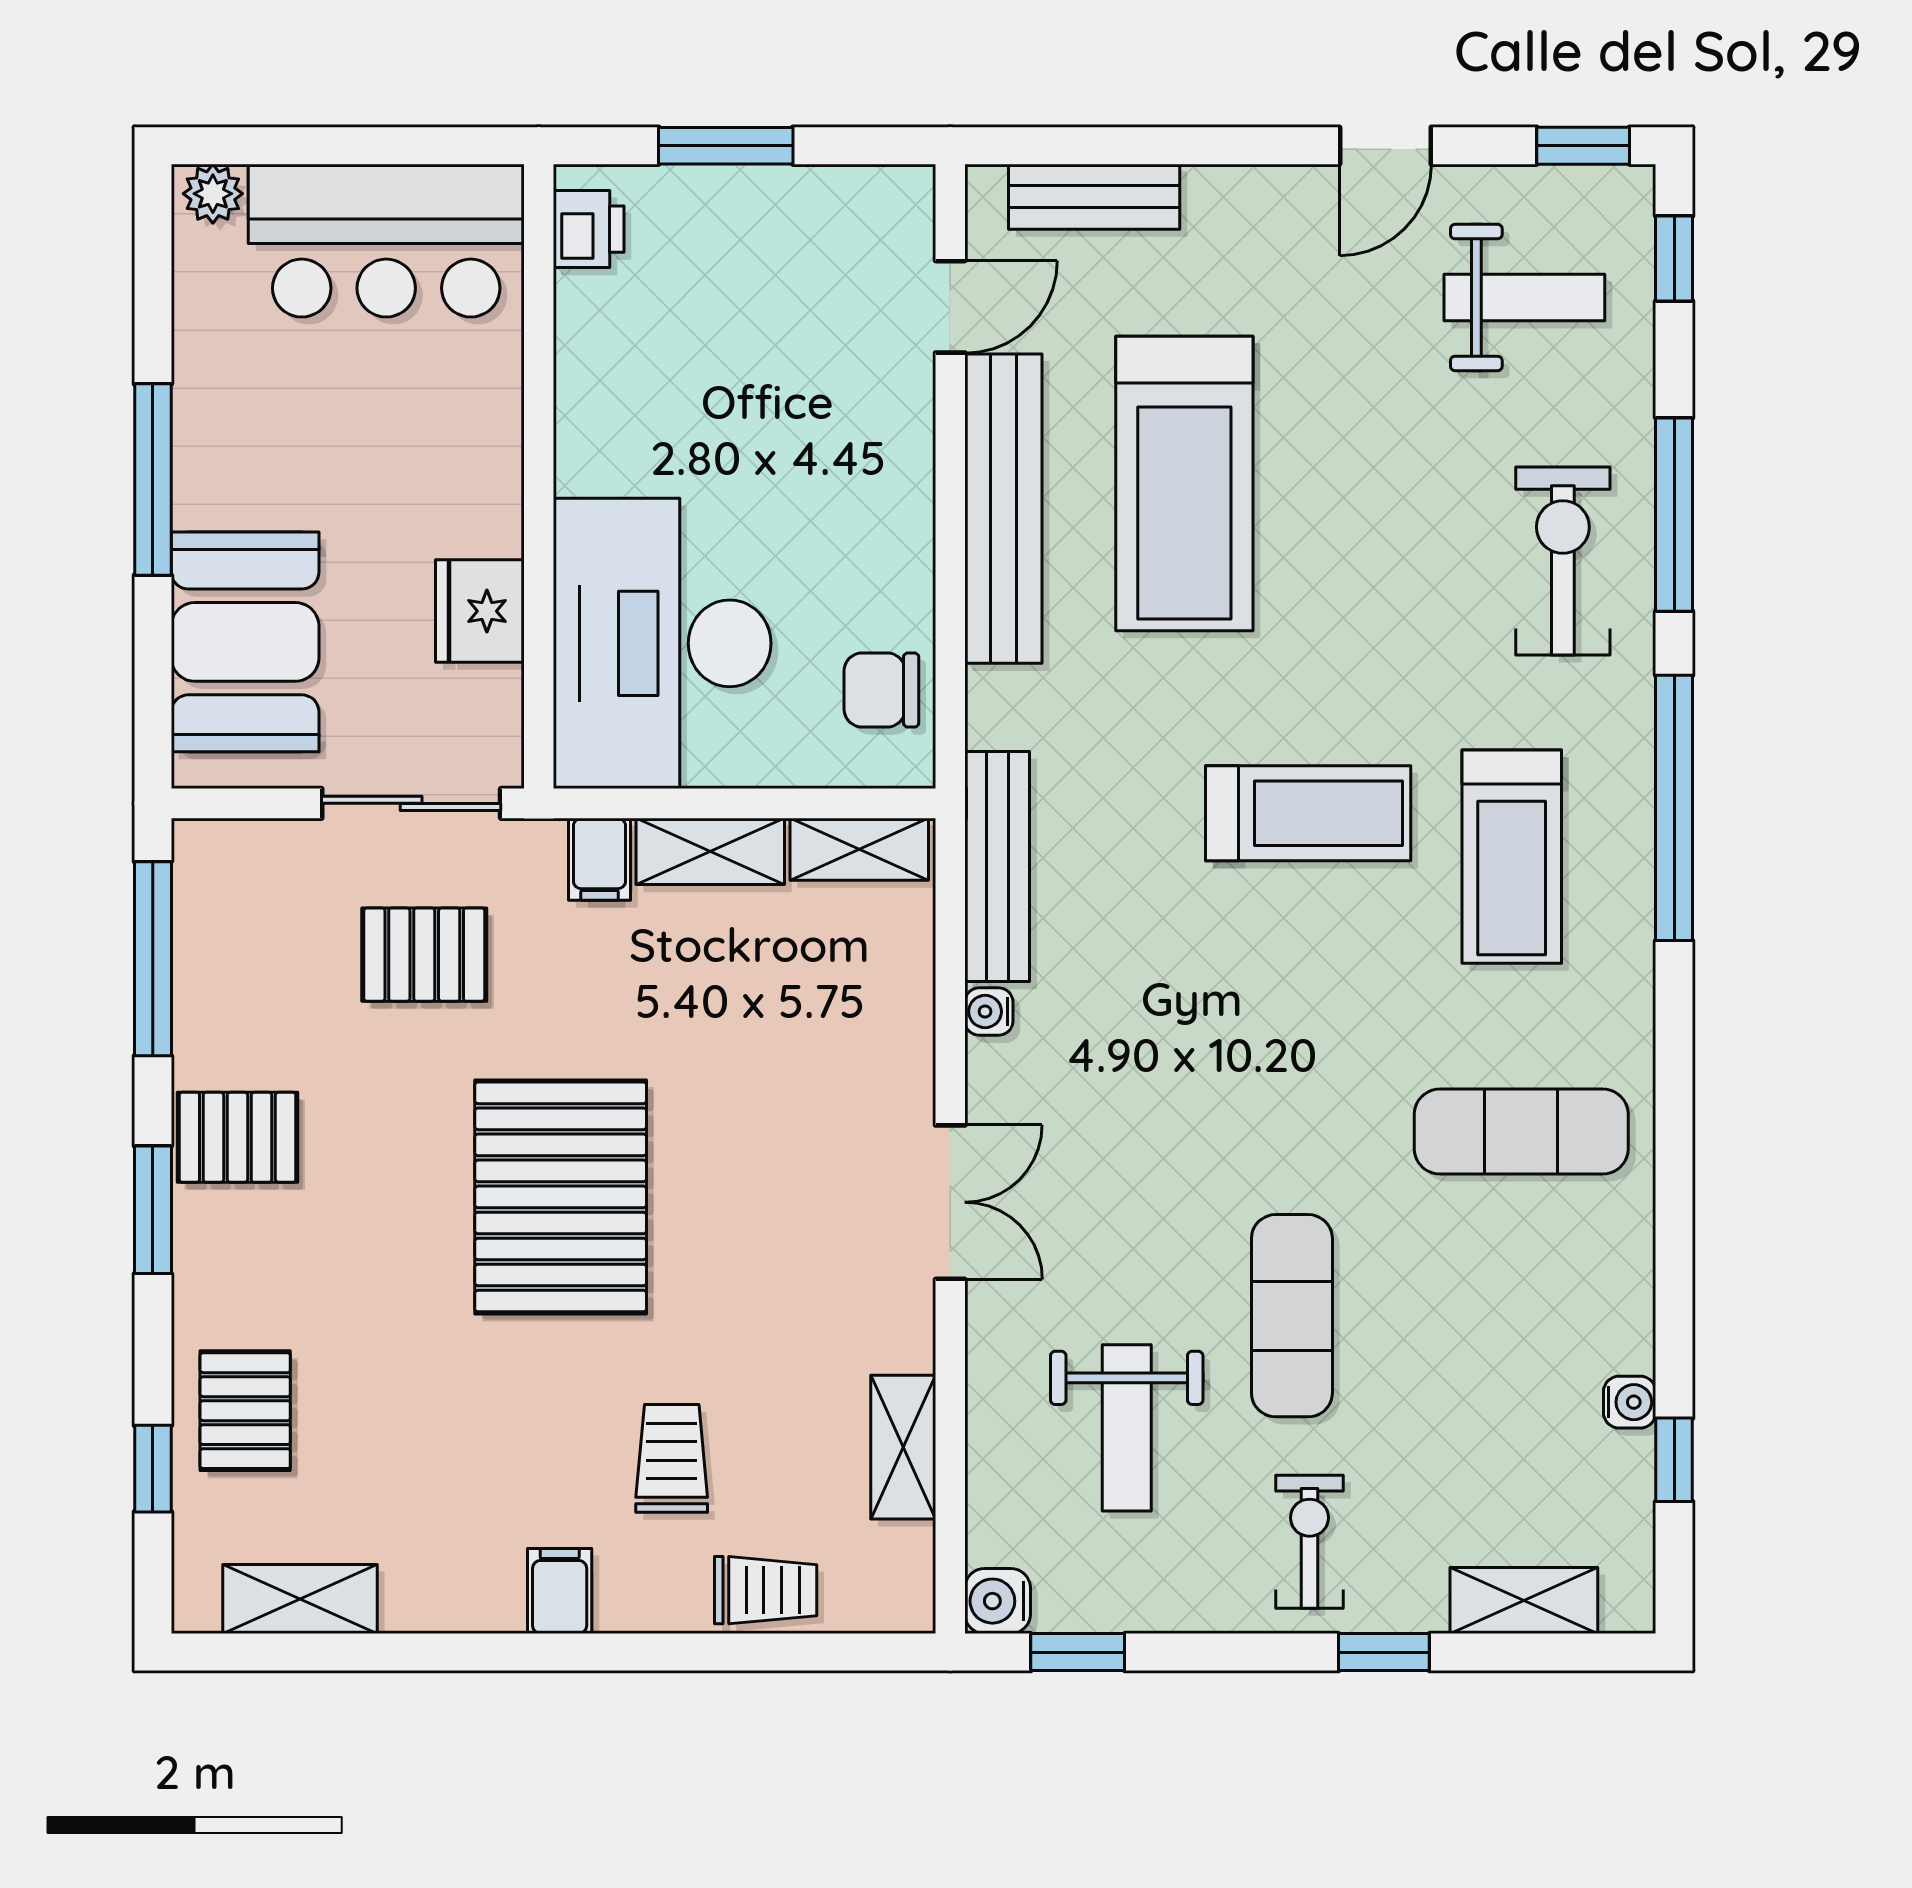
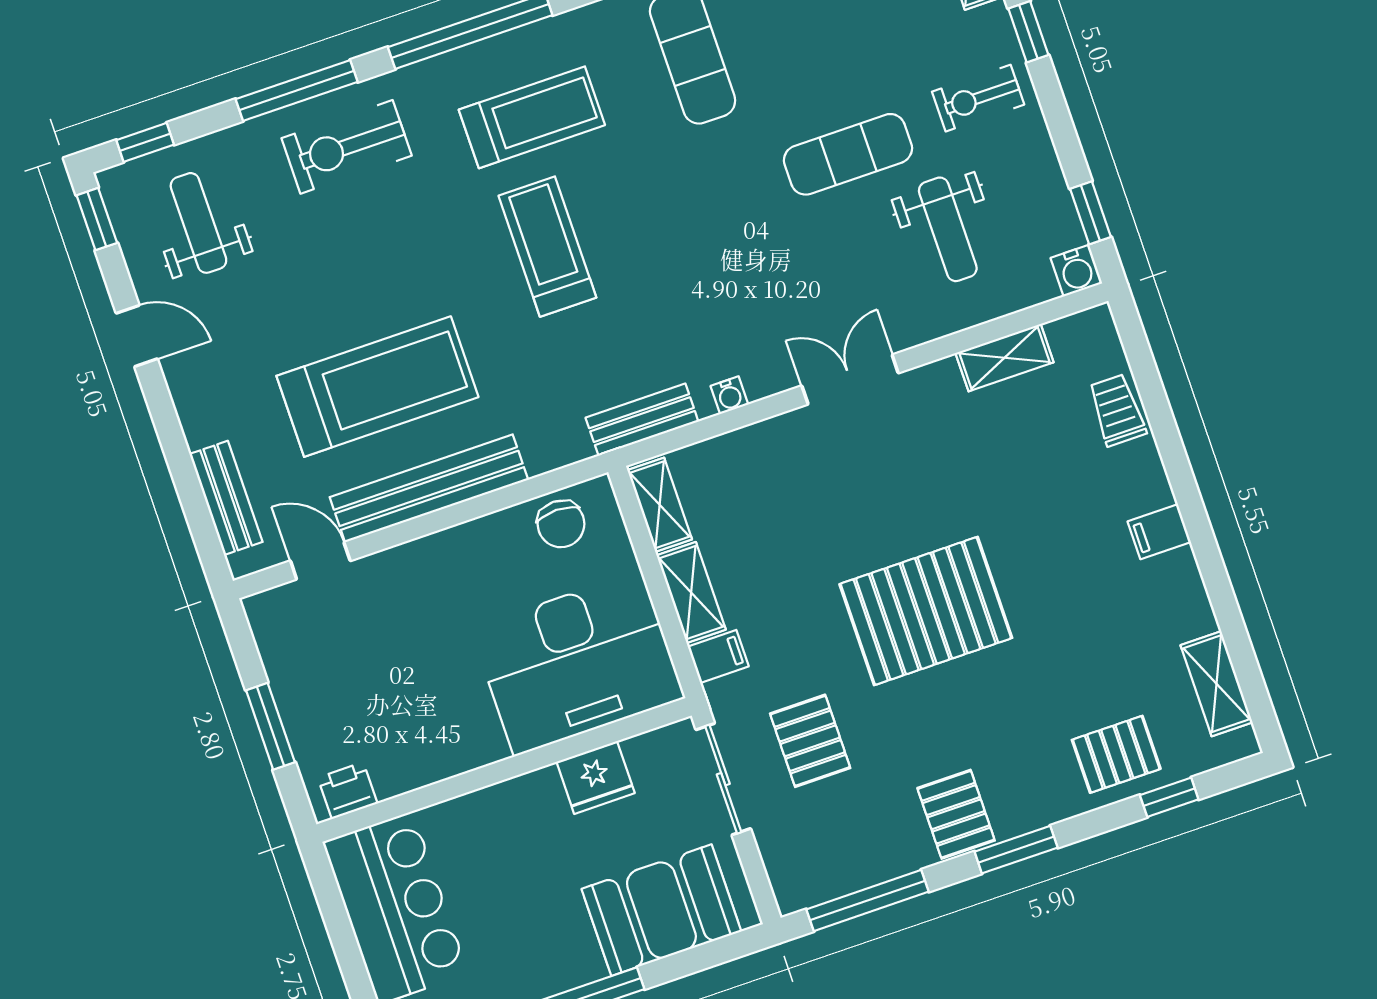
bench: (997, 867) -> (642, 420), width x0.73
weight bench: (1127, 1428) -> (948, 229), turned 90
trolley: (672, 1458) -> (1058, 492), removed

